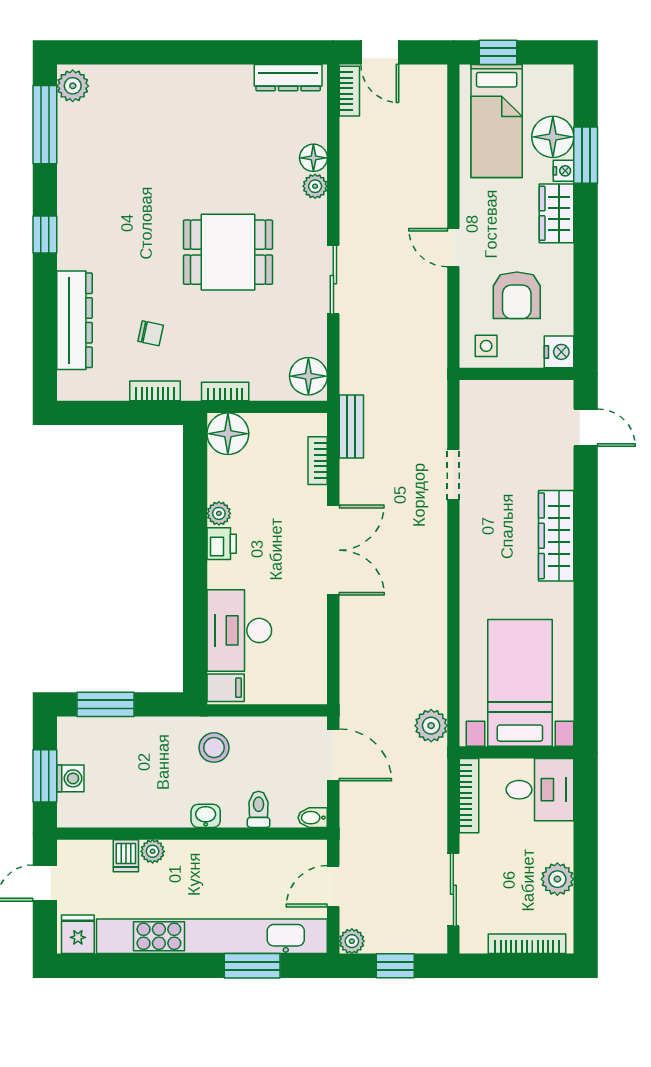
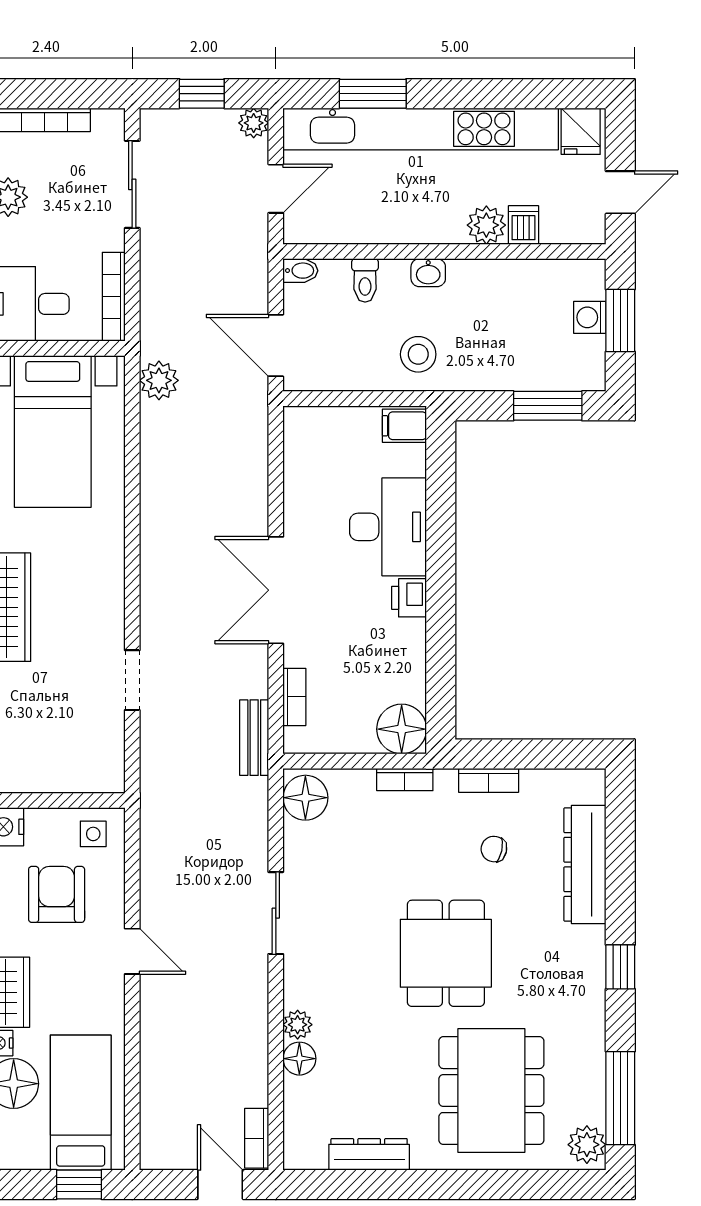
dresser: (288, 78) -> (369, 1154), moved
dining table: (153, 131) -> (491, 1091), added
dining table: (228, 252) -> (446, 953), moved, turned 90
plant: (219, 513) -> (412, 634), removed
desk: (239, 630) -> (388, 527), moved
plant: (153, 851) -> (486, 225), width x1.38, depth x1.38

